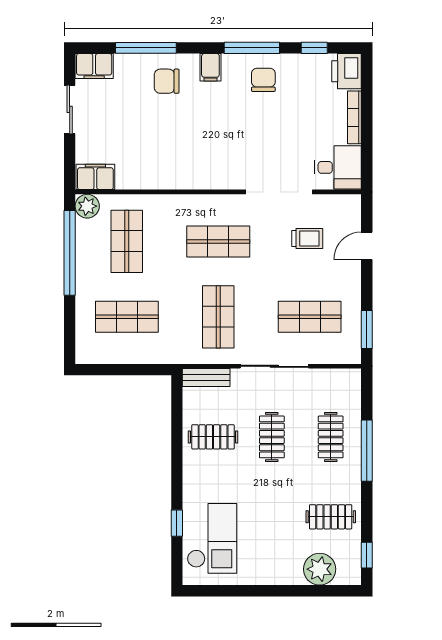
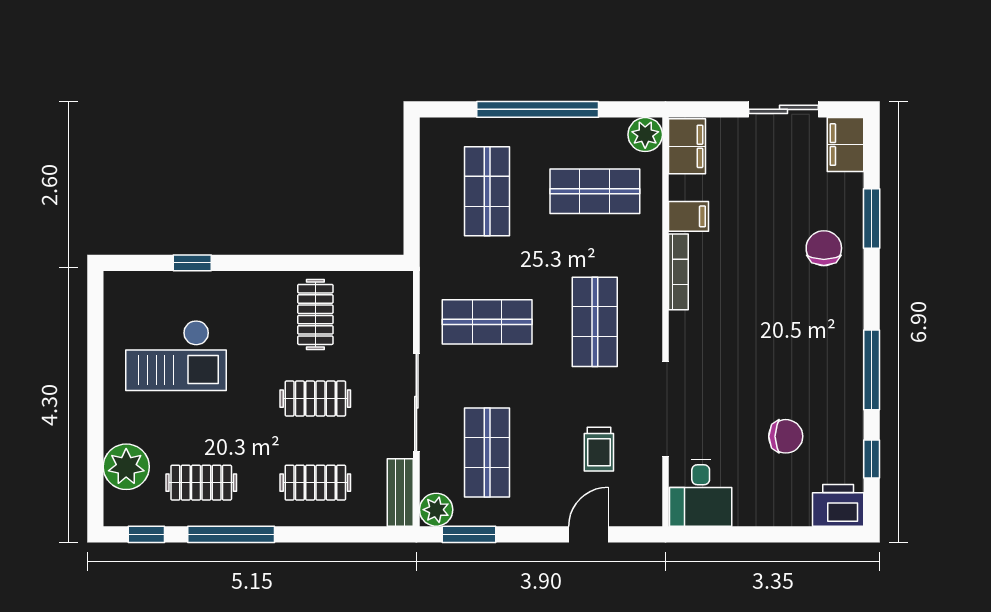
window: (146, 48) -> (872, 219), width x0.69
filing cabinet: (210, 67) -> (689, 216), moved, turned 180
chair: (263, 80) -> (786, 436), moved
bookcase: (354, 117) -> (678, 272), moved, turned 90
door: (367, 246) -> (588, 534), hinge flipped
window: (70, 253) -> (538, 109), moved
plant: (350, 352) -> (436, 510), added
bench: (206, 378) -> (400, 493), moved
window: (367, 451) -> (231, 534), moved
clothes rail: (331, 517) -> (201, 483), turned 90
checkout: (212, 538) -> (176, 355), moved

